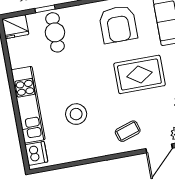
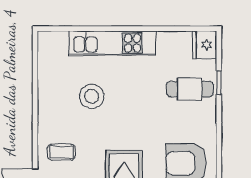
coffee table: (128, 131) -> (61, 152), turned -72
dishwasher: (36, 153) -> (55, 42), removed

